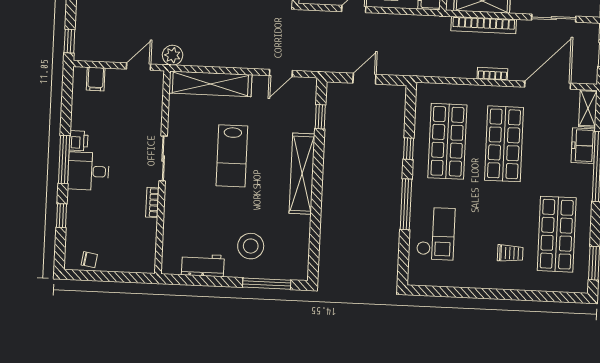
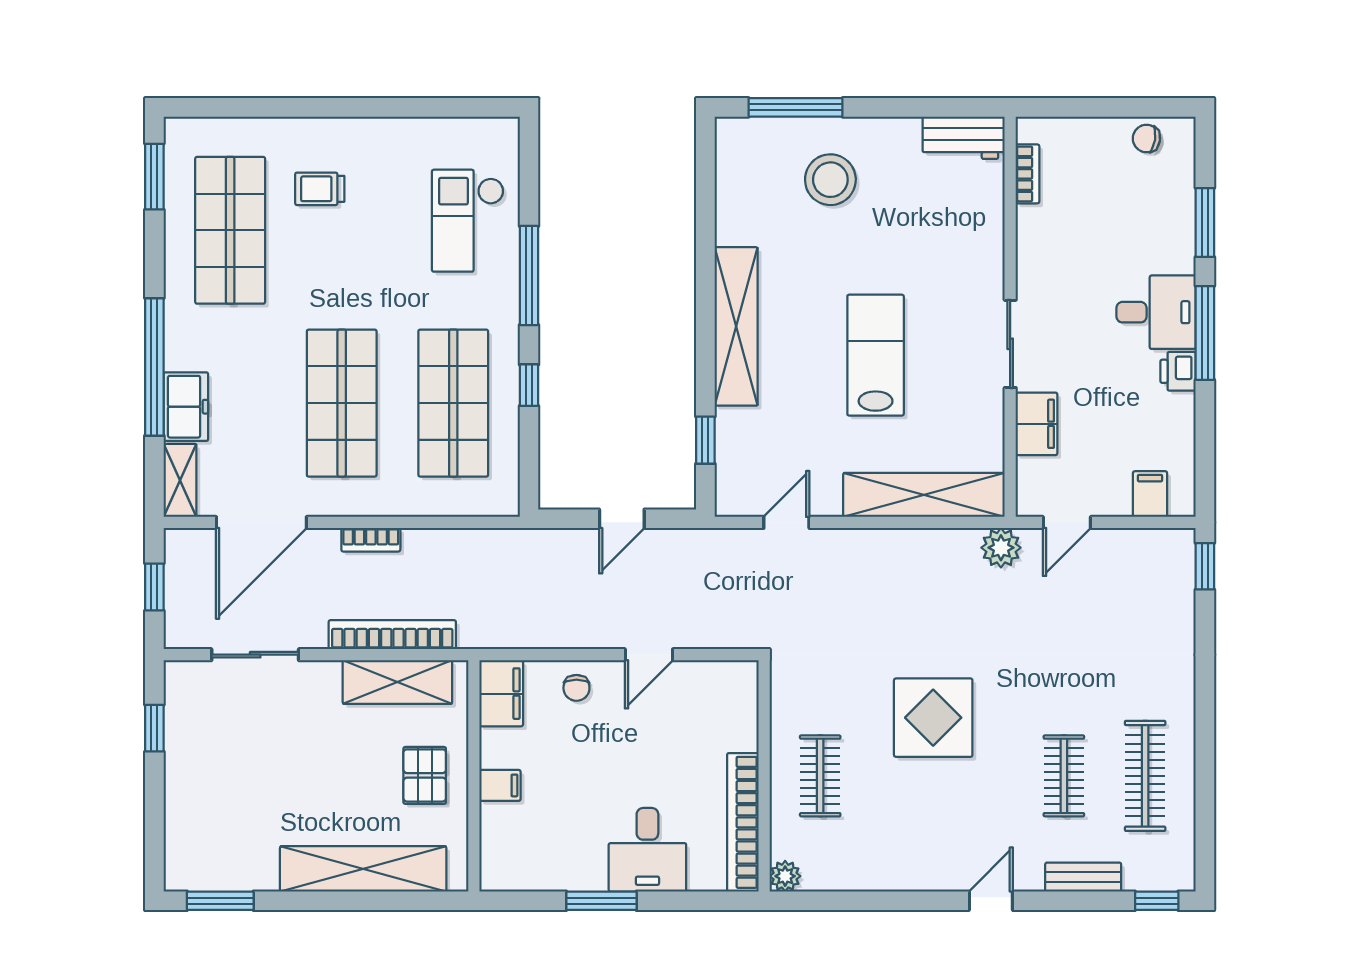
filing cabinet: (152, 117) -> (1037, 424), added
bookcase: (152, 202) -> (1028, 174), moved
window: (62, 216) -> (1205, 223), width x1.50
workbench: (203, 265) -> (964, 138), moved

